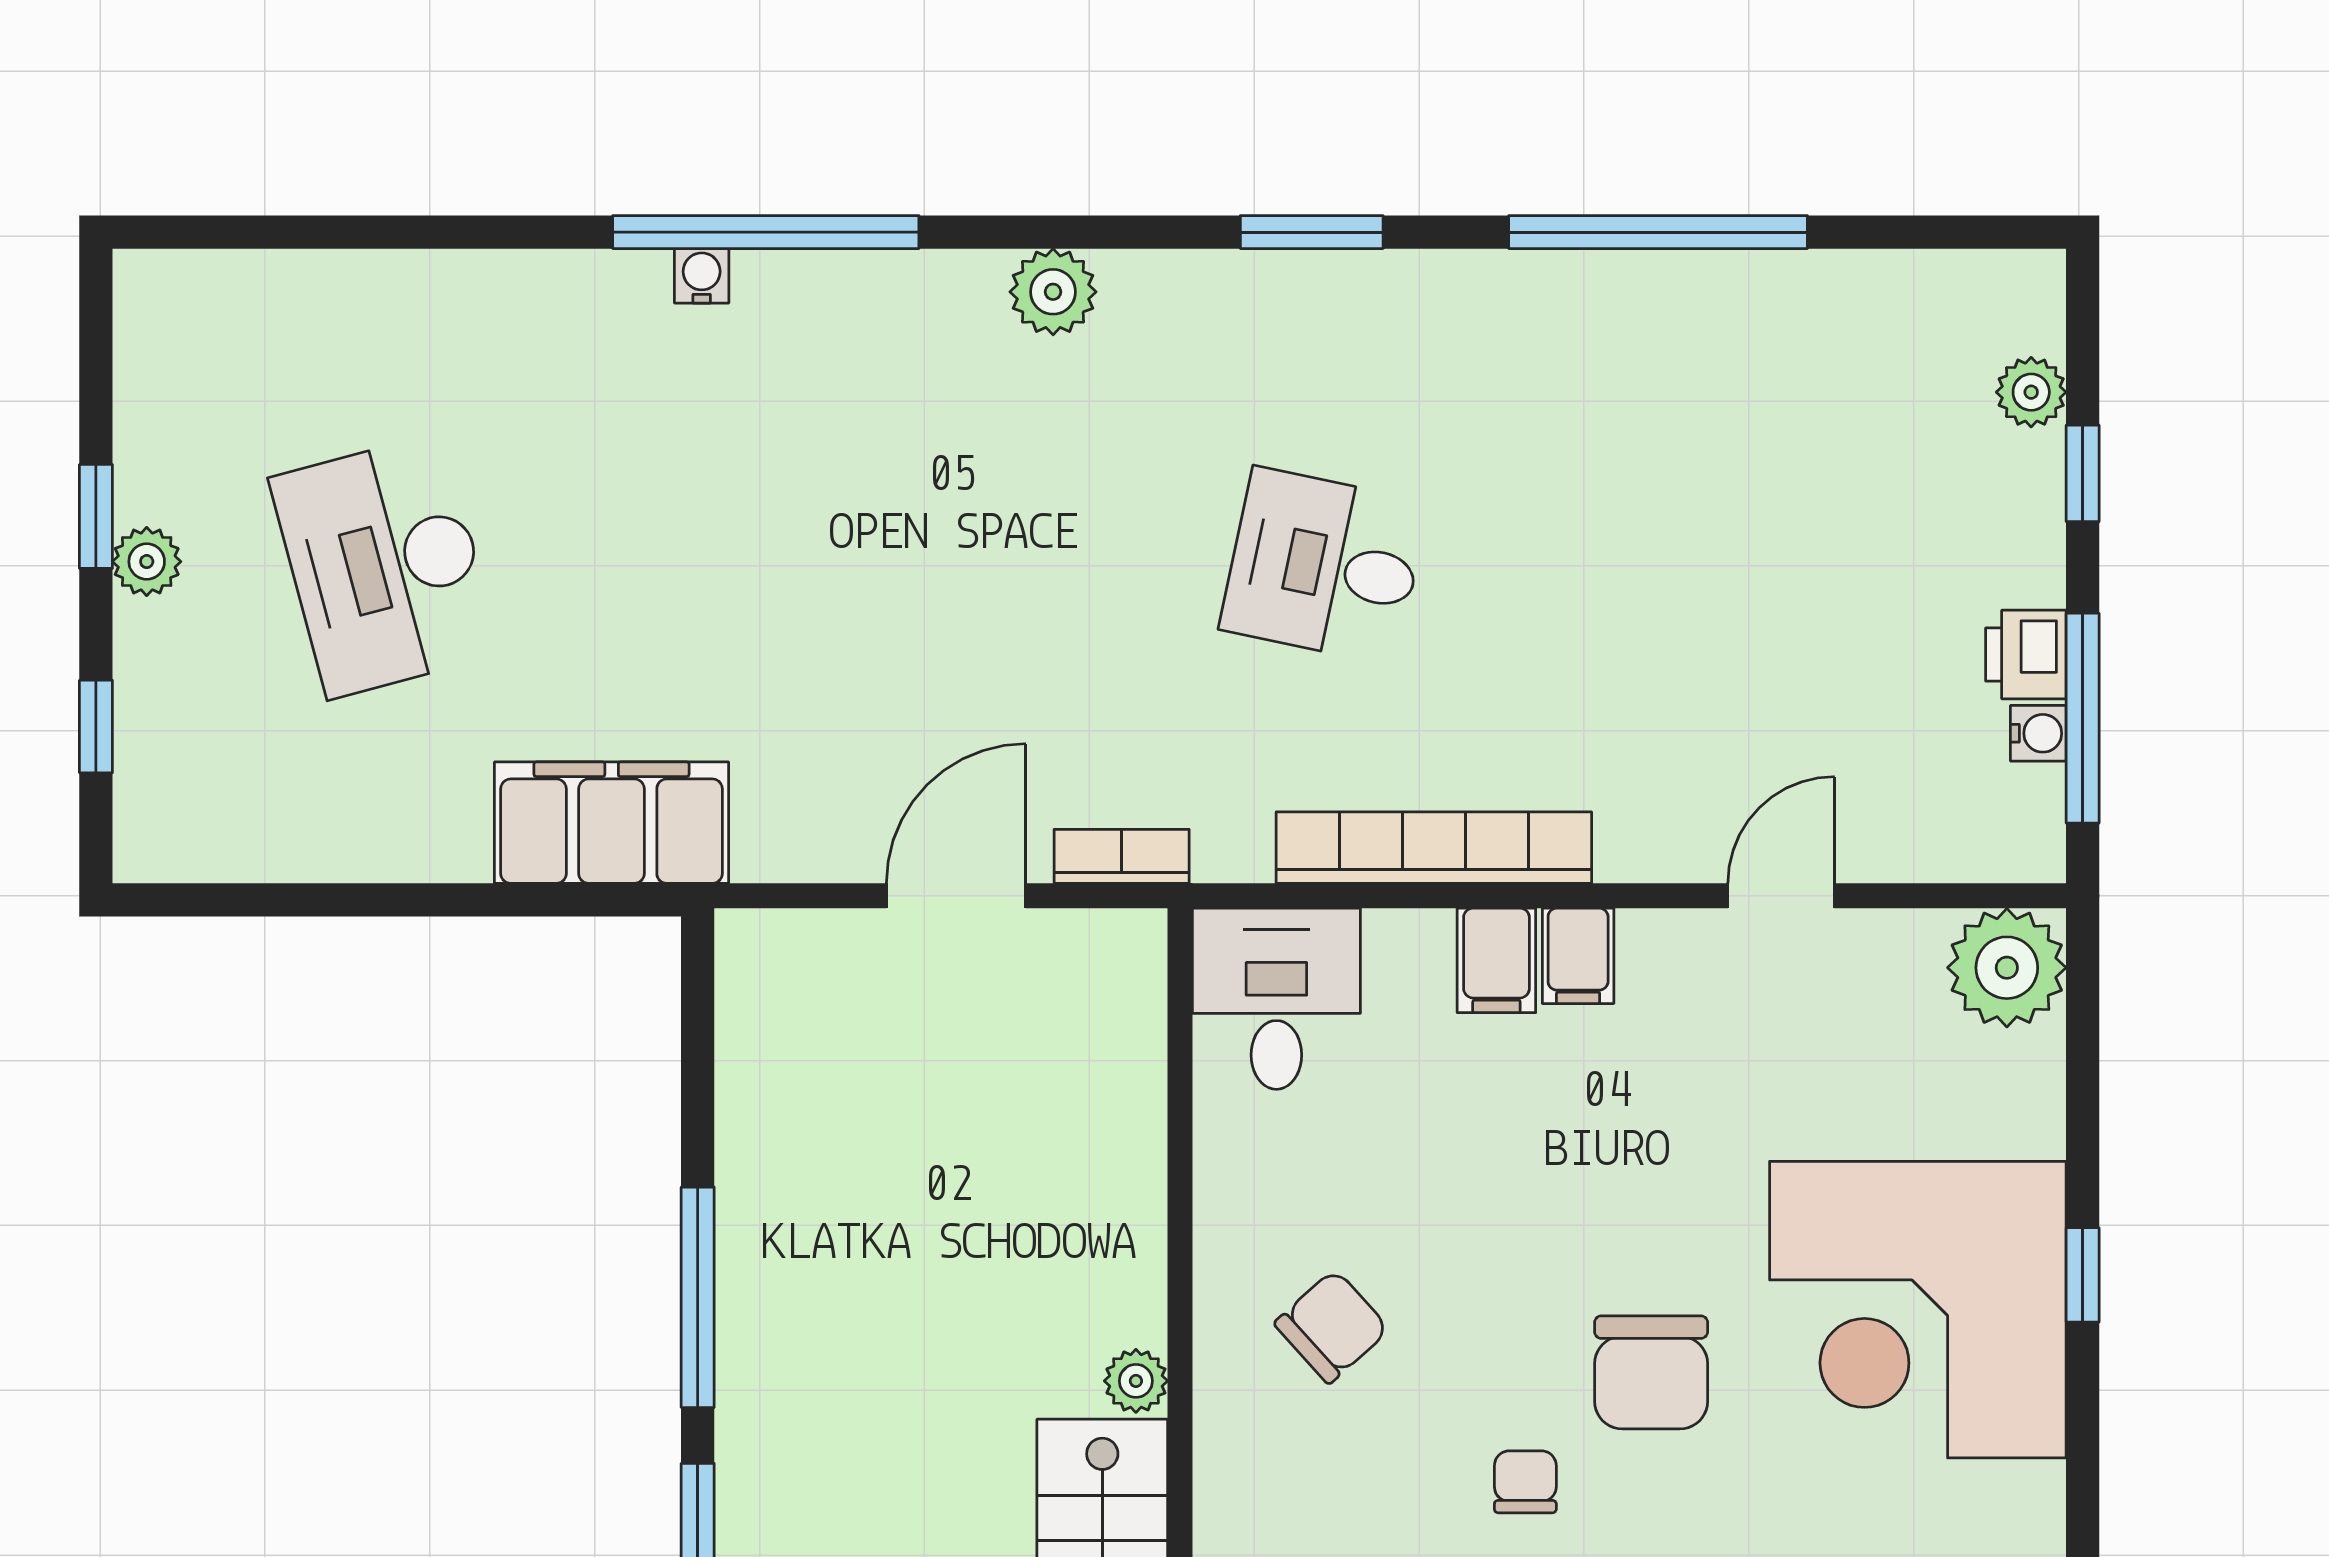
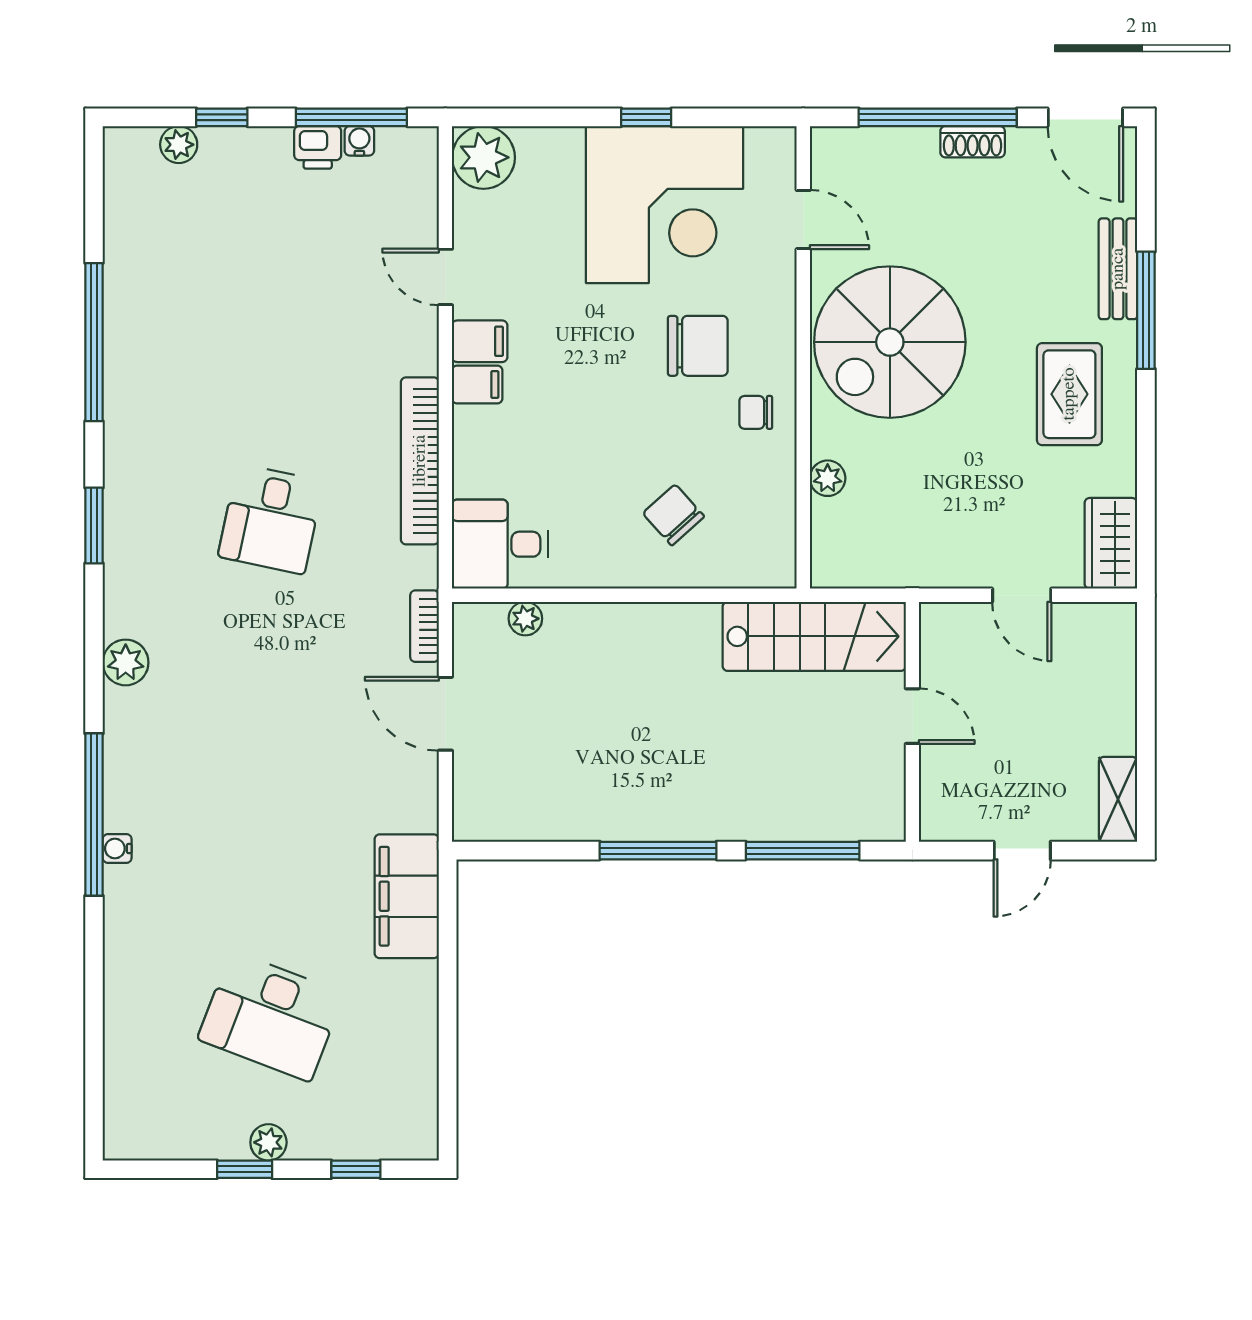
desk: (385, 566) -> (271, 1016), turned 36
filing cabinet: (1496, 960) -> (480, 341), moved
plant: (1136, 1381) -> (525, 619), moved

